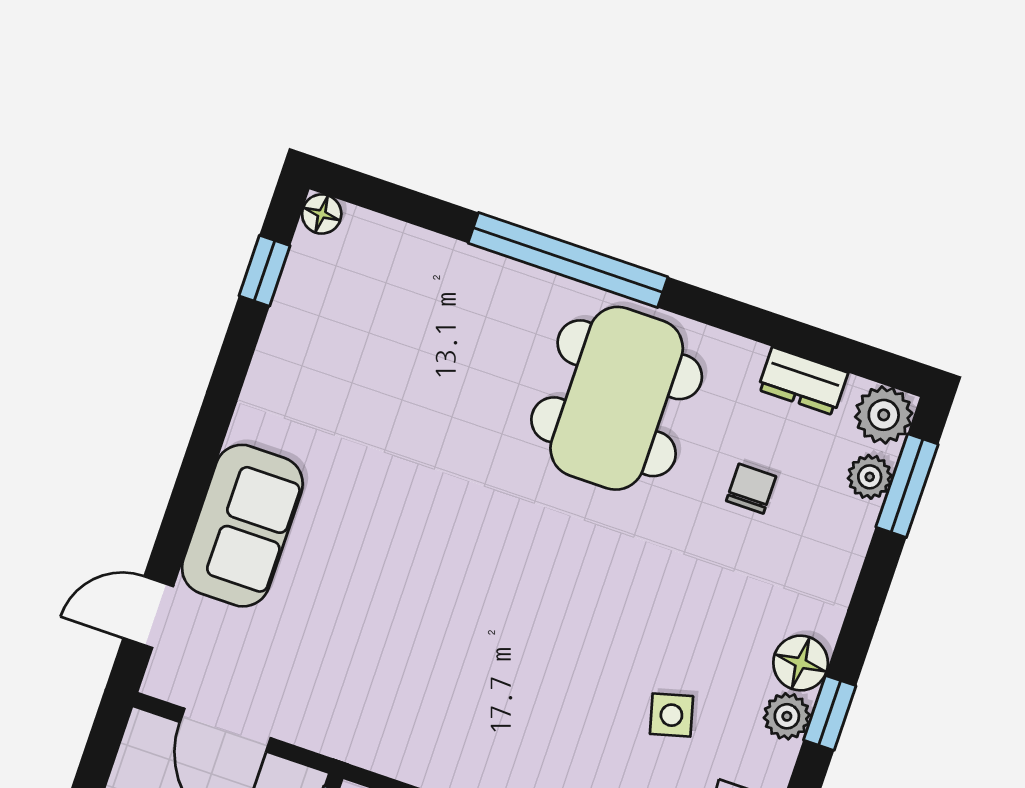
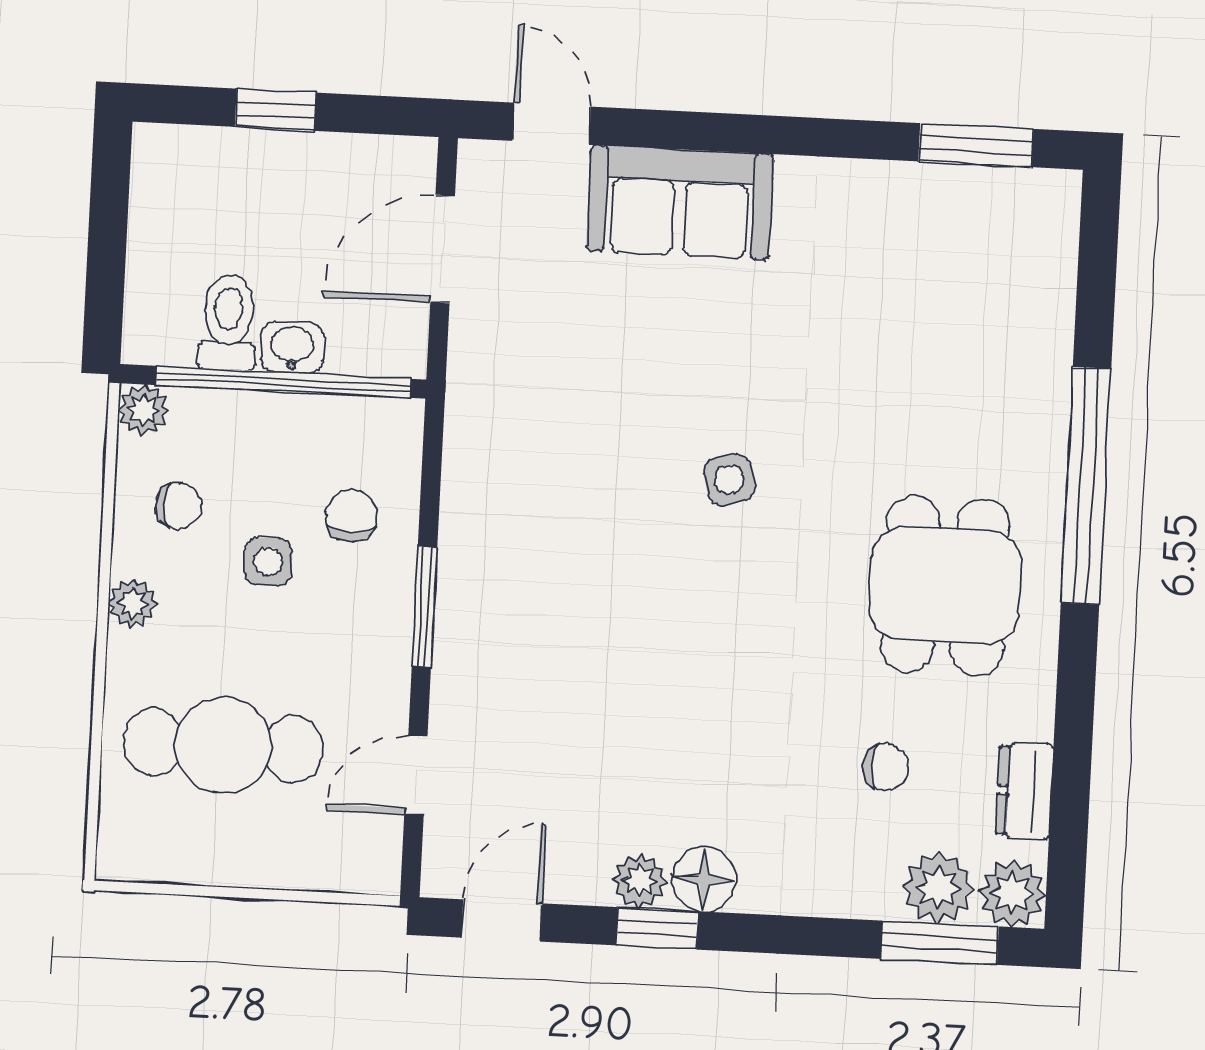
floor lamp: (322, 214) -> (1059, 192), removed
window: (265, 271) -> (976, 145), width x1.50
dining table: (617, 398) -> (945, 585), width x0.73
plant: (870, 477) -> (938, 888), width x1.38, depth x1.38
side table: (671, 715) -> (729, 480), moved

